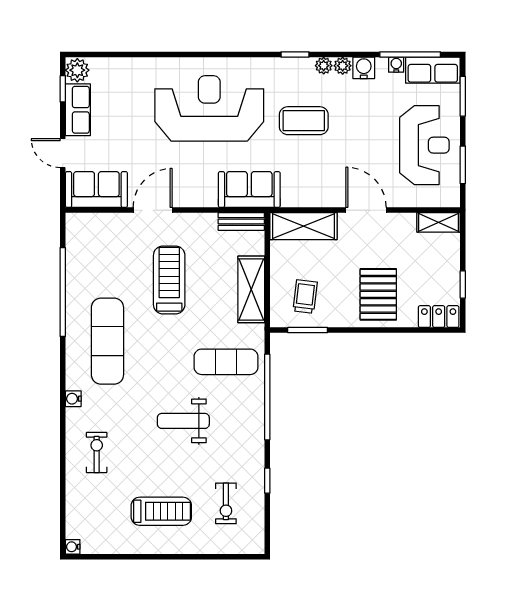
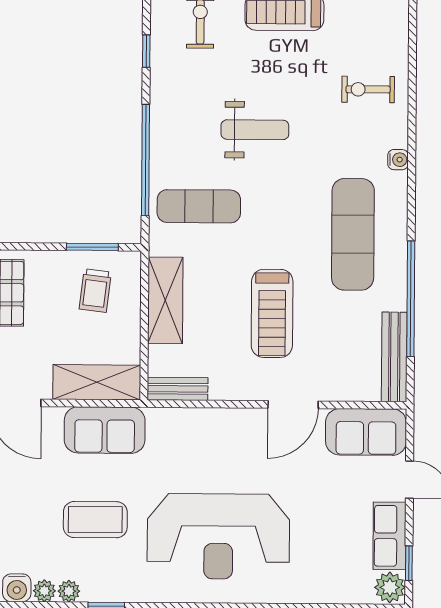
sofa: (249, 189) -> (105, 430), moved
bench: (75, 247) -> (394, 357), added
exercise bike: (97, 452) -> (368, 89), turned 90

